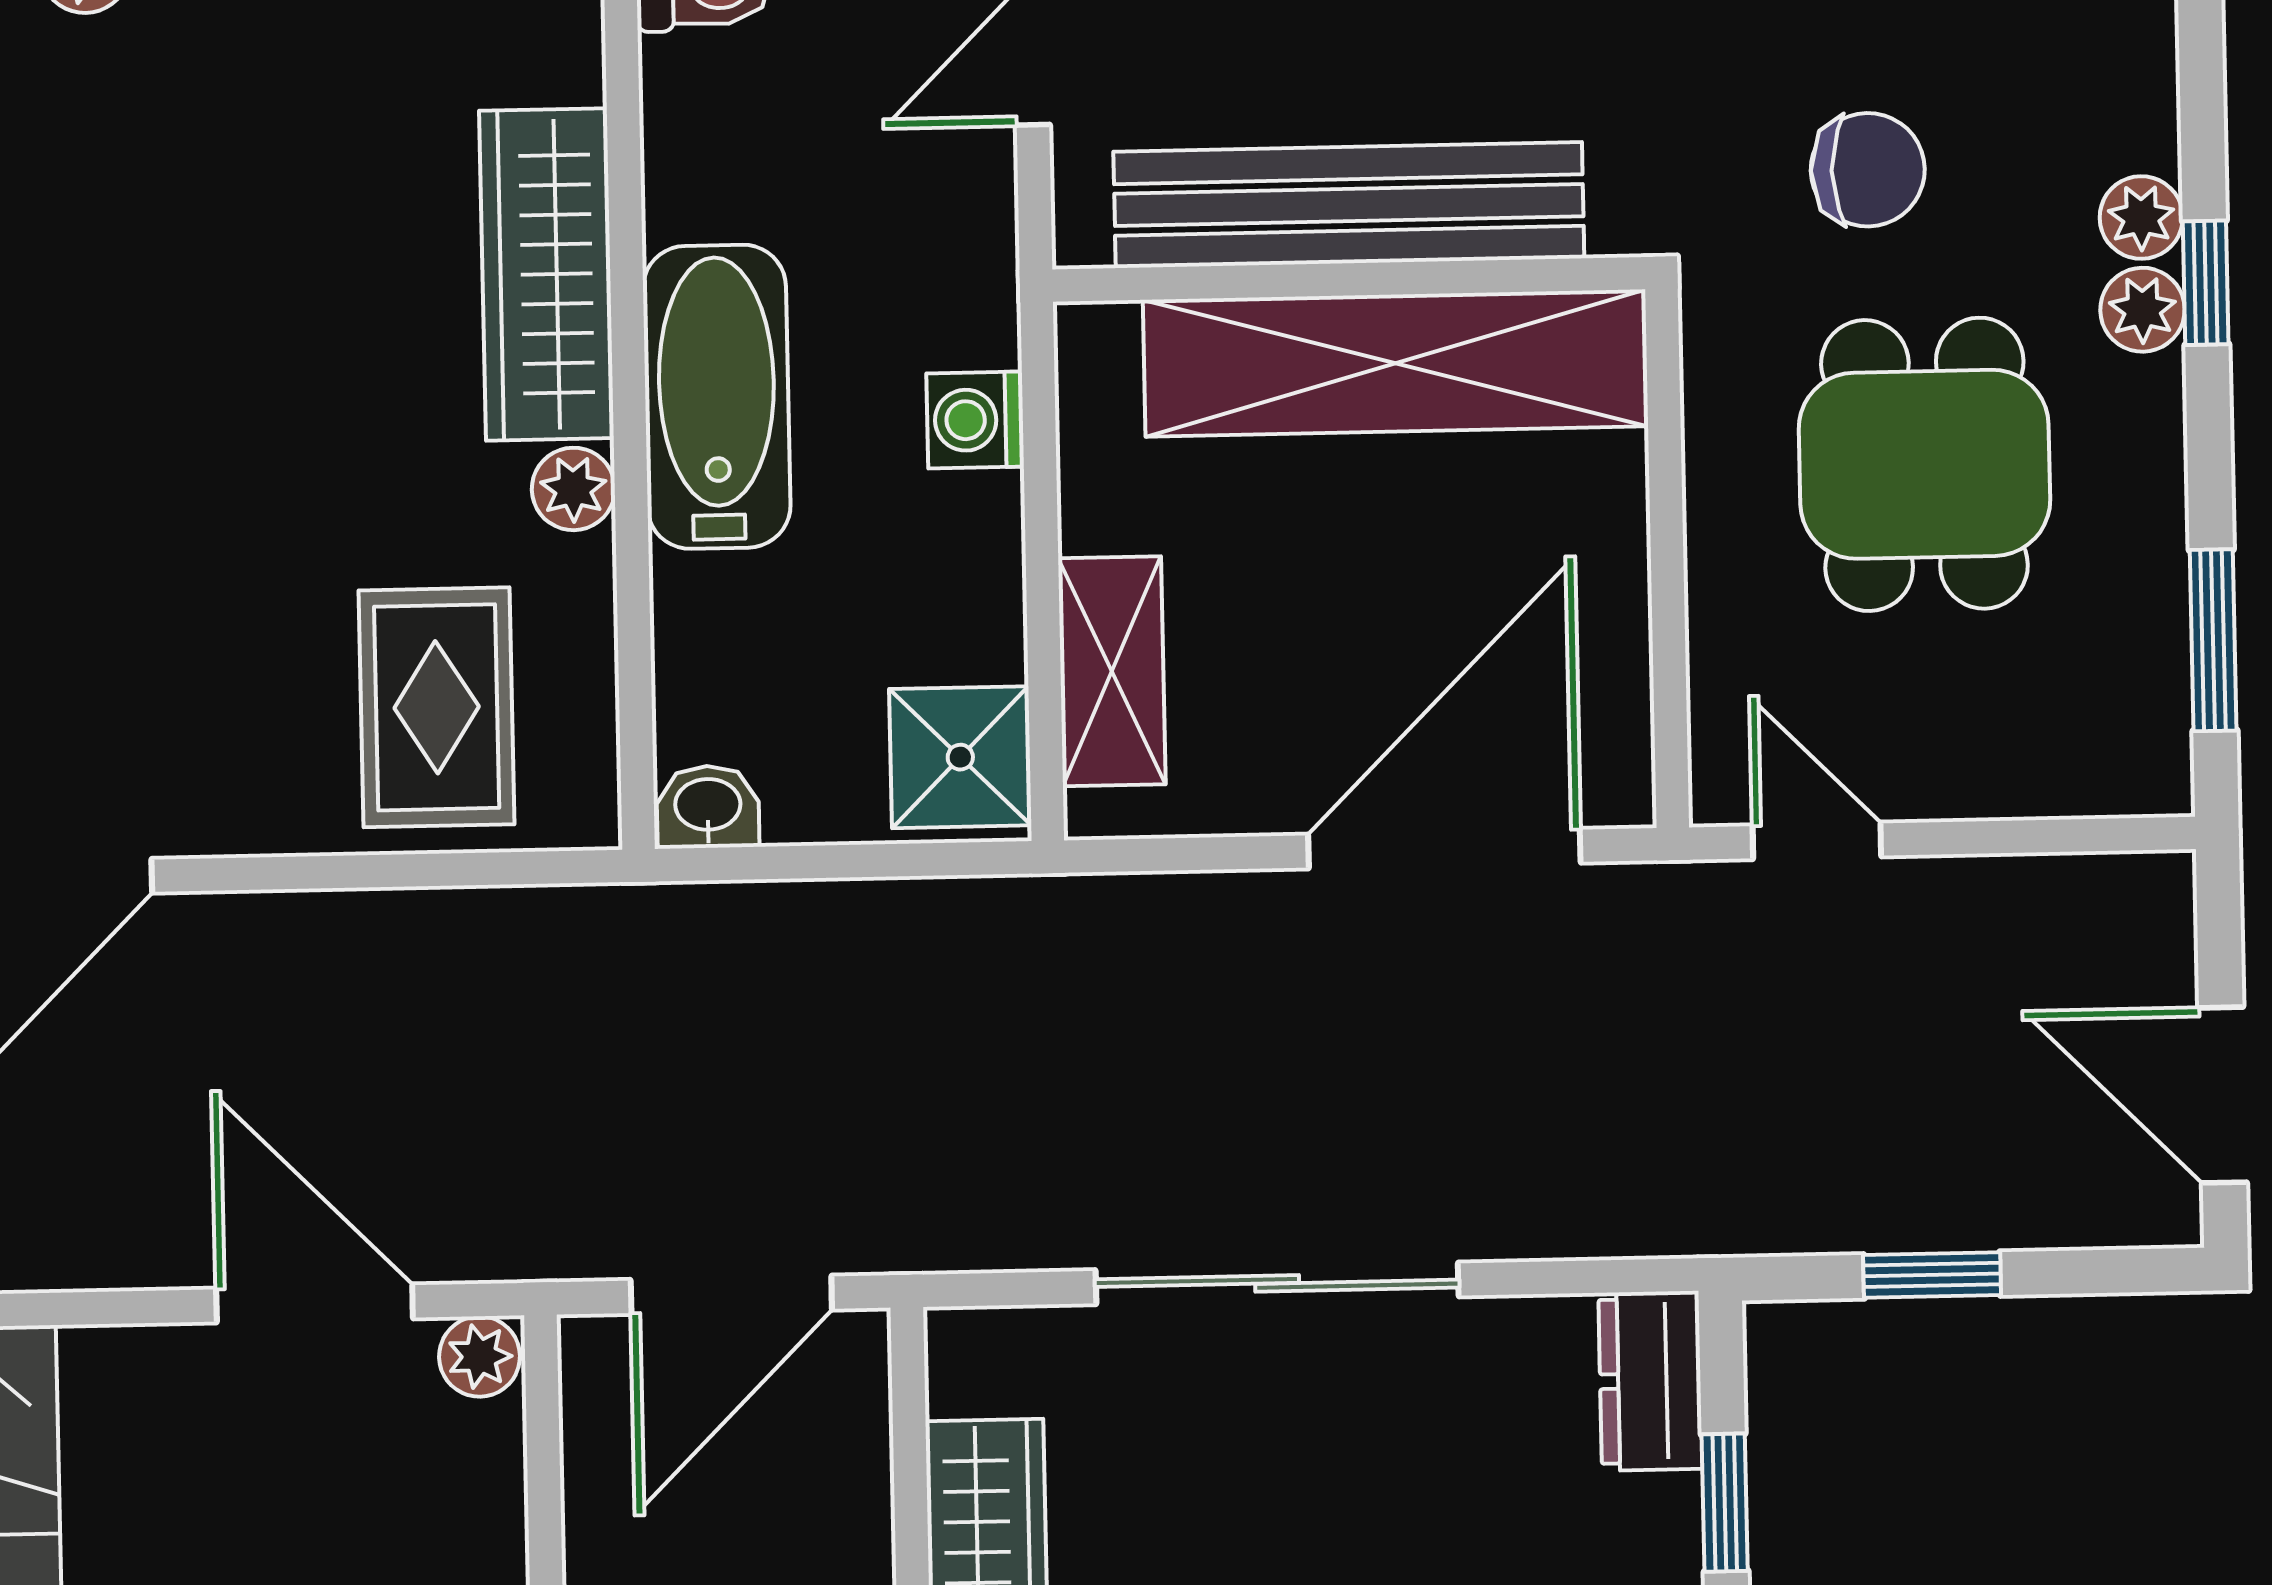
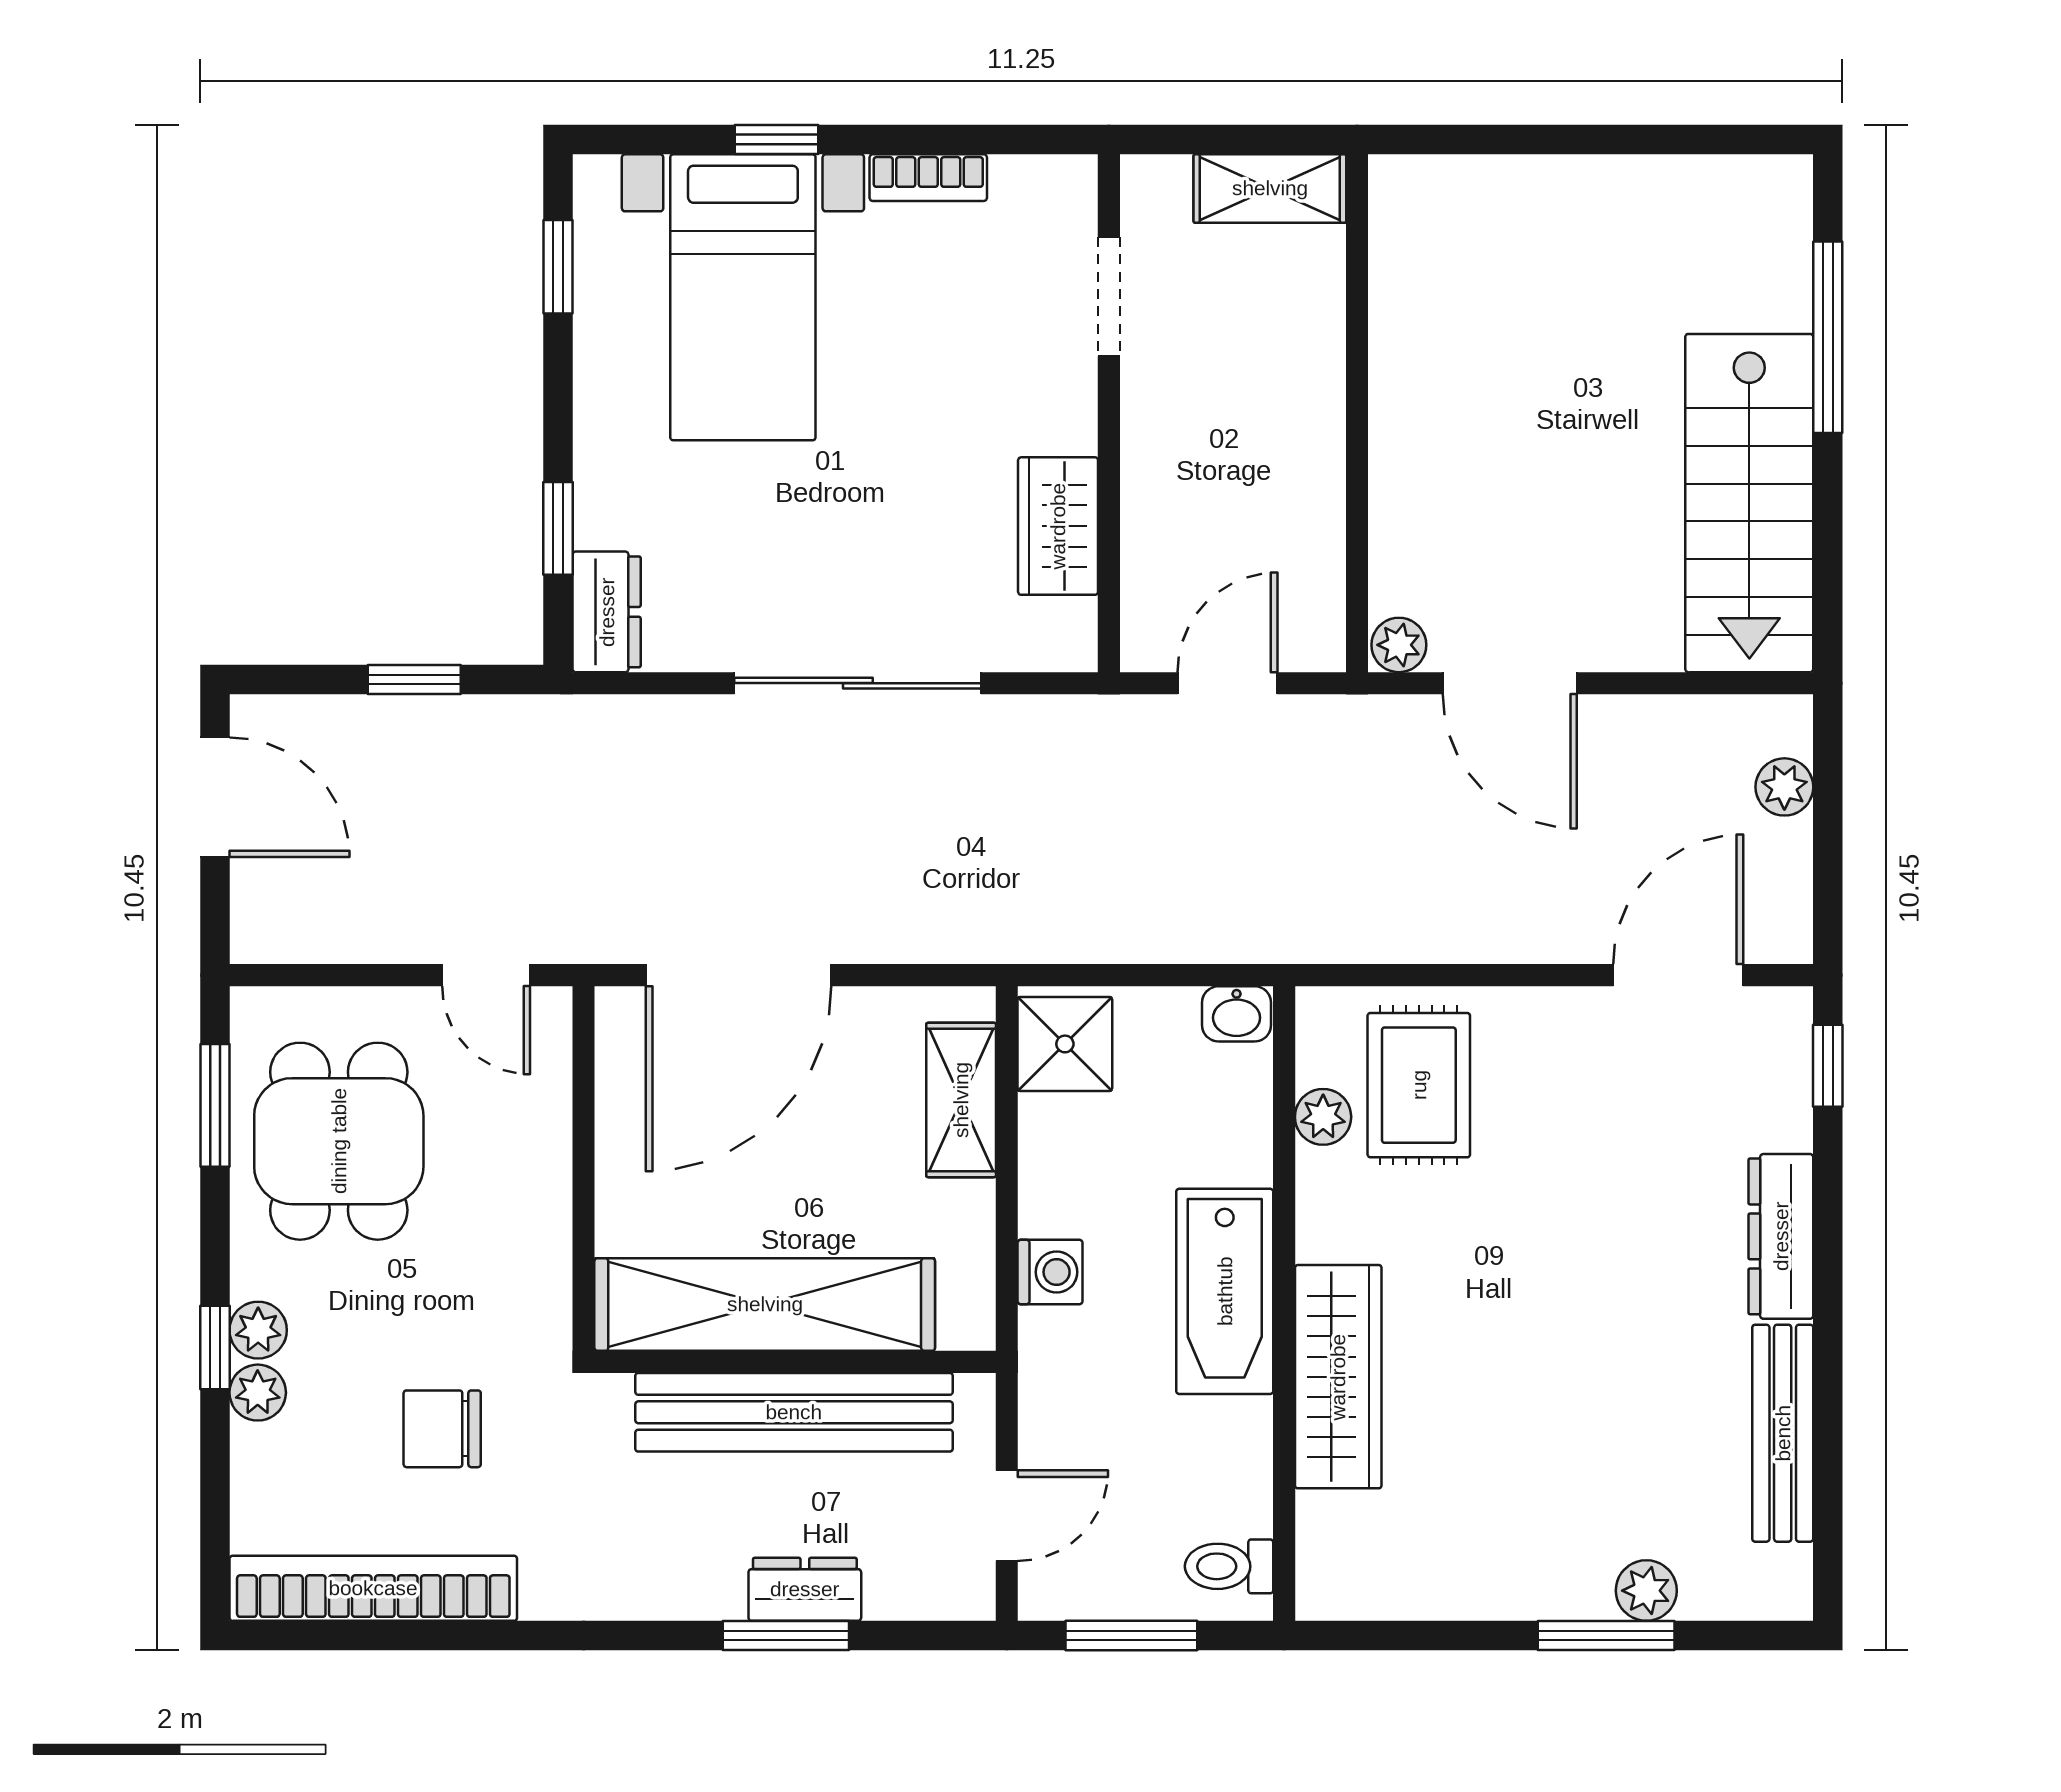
dining table: (1924, 464) -> (339, 1141), moved
plant: (573, 489) -> (1323, 1117), moved
door: (731, 1295) -> (1228, 683), width x0.73

